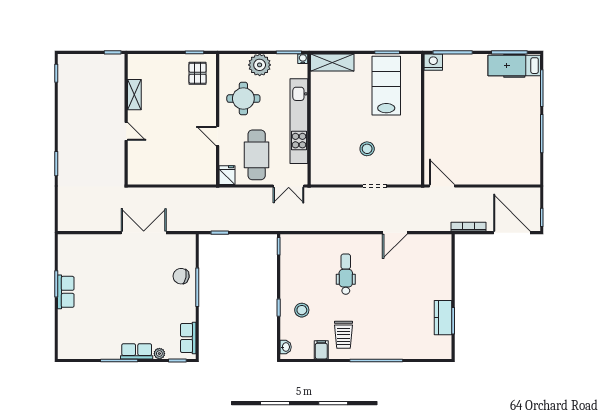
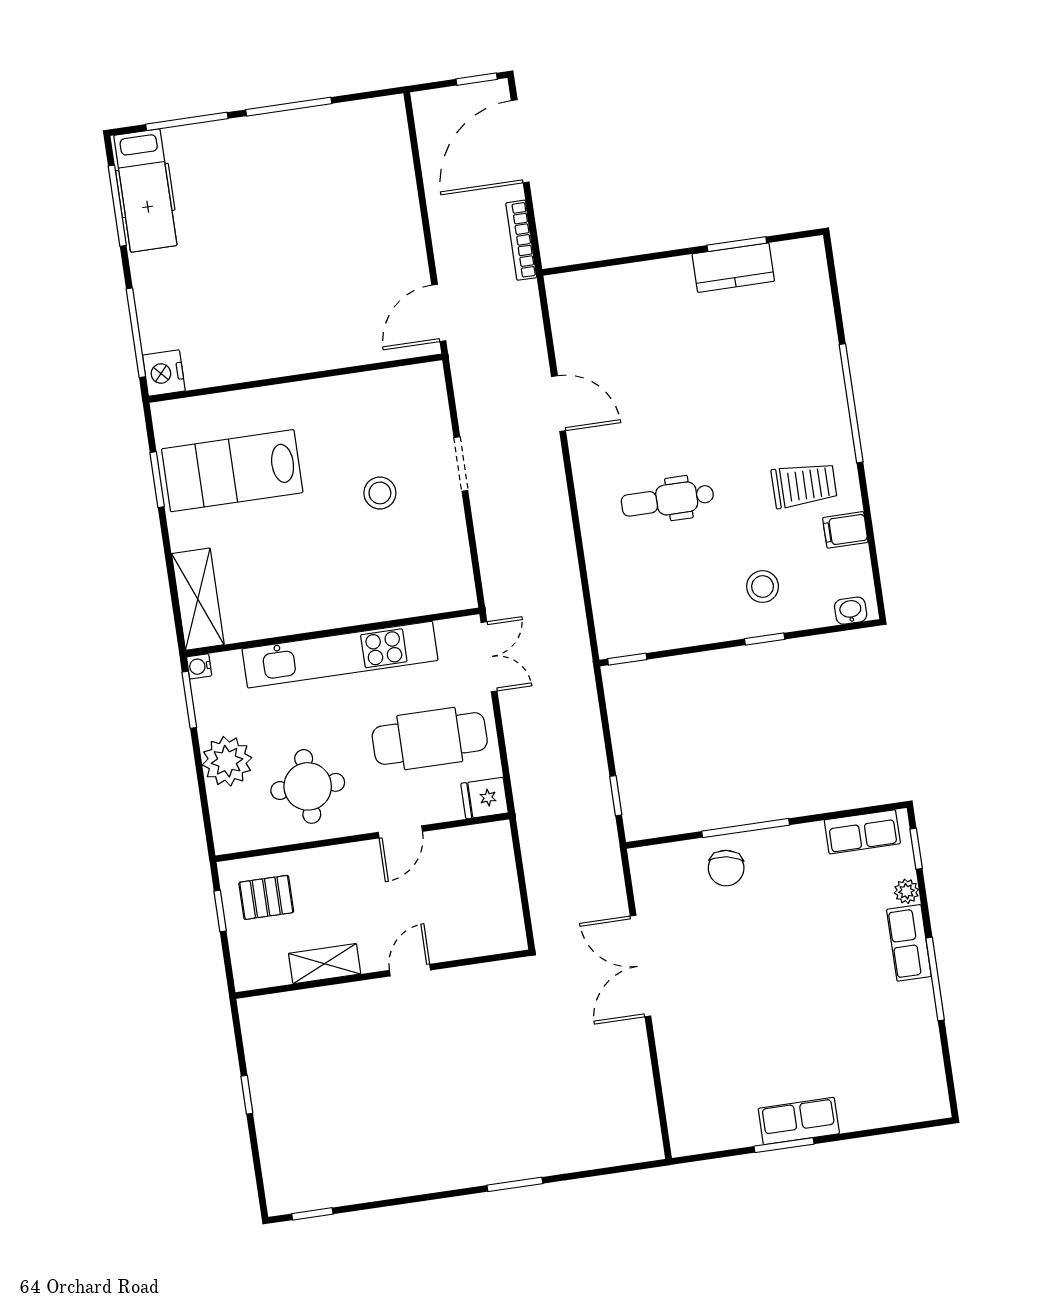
shelving: (134, 95) -> (325, 964), moved
wall: (126, 119) -> (382, 974), moved
door: (126, 131) -> (410, 970), moved

